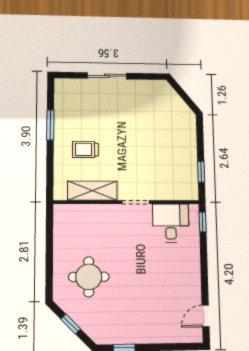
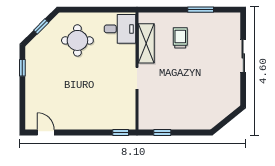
desk: (171, 223) -> (120, 29), moved

